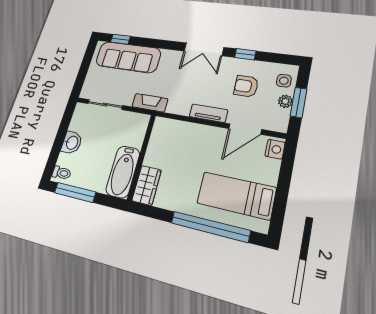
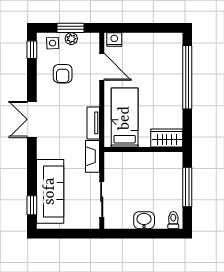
double door: (204, 49) -> (32, 119), swing flipped
window: (245, 54) -> (32, 50), moved
tv unit: (208, 113) -> (93, 123), moved
bathtub: (123, 172) -> (160, 163), removed
window: (75, 192) -> (187, 187), moved
bed: (236, 195) -> (125, 118), moved, turned 180

